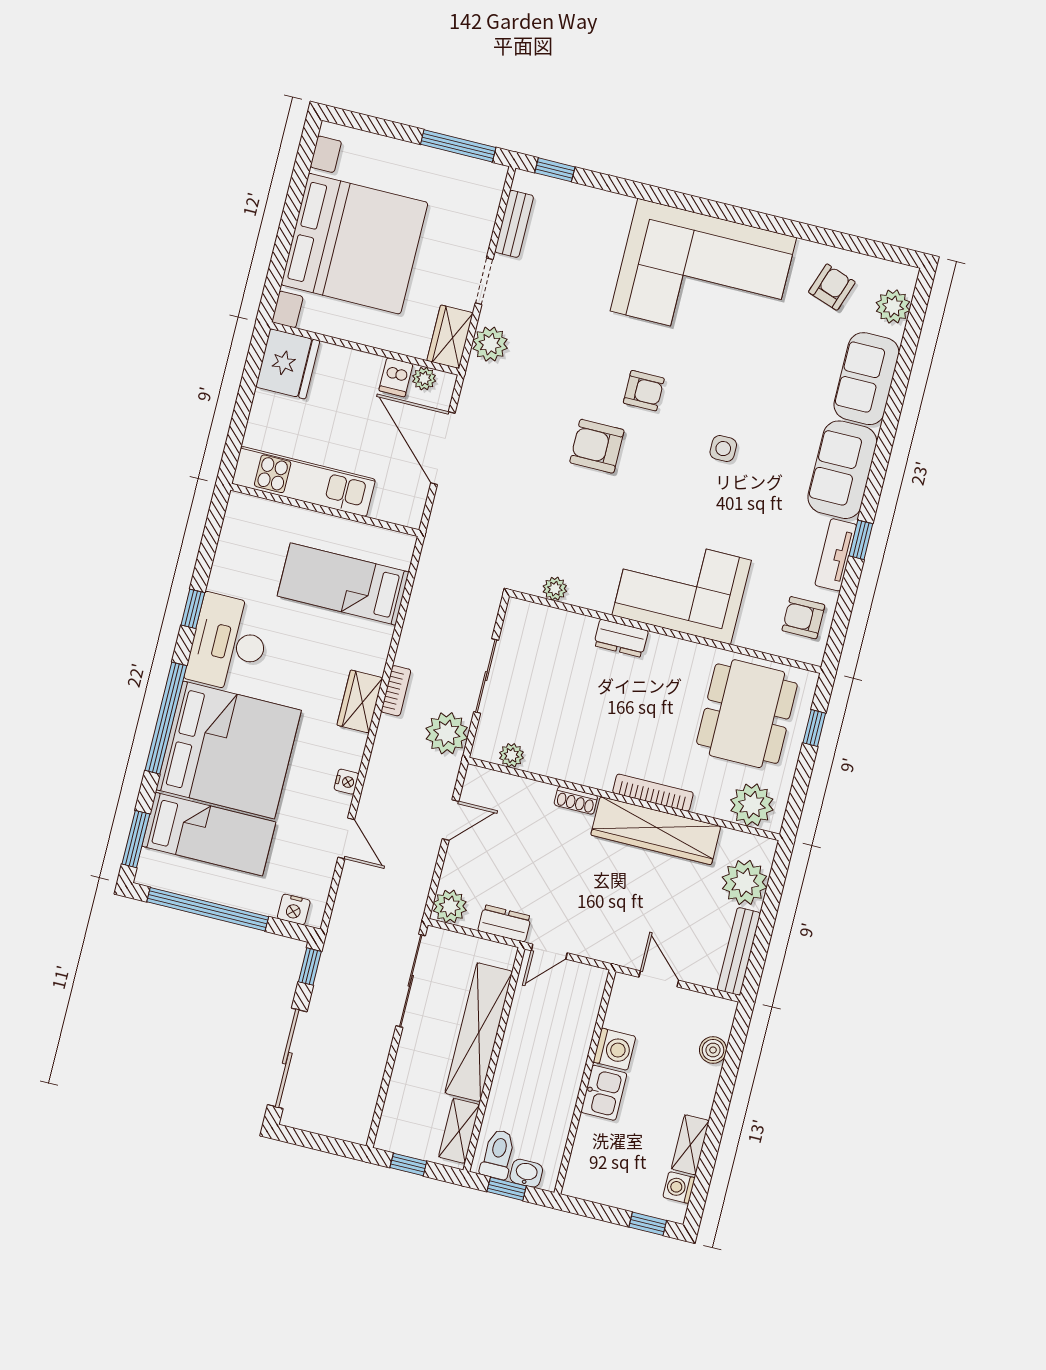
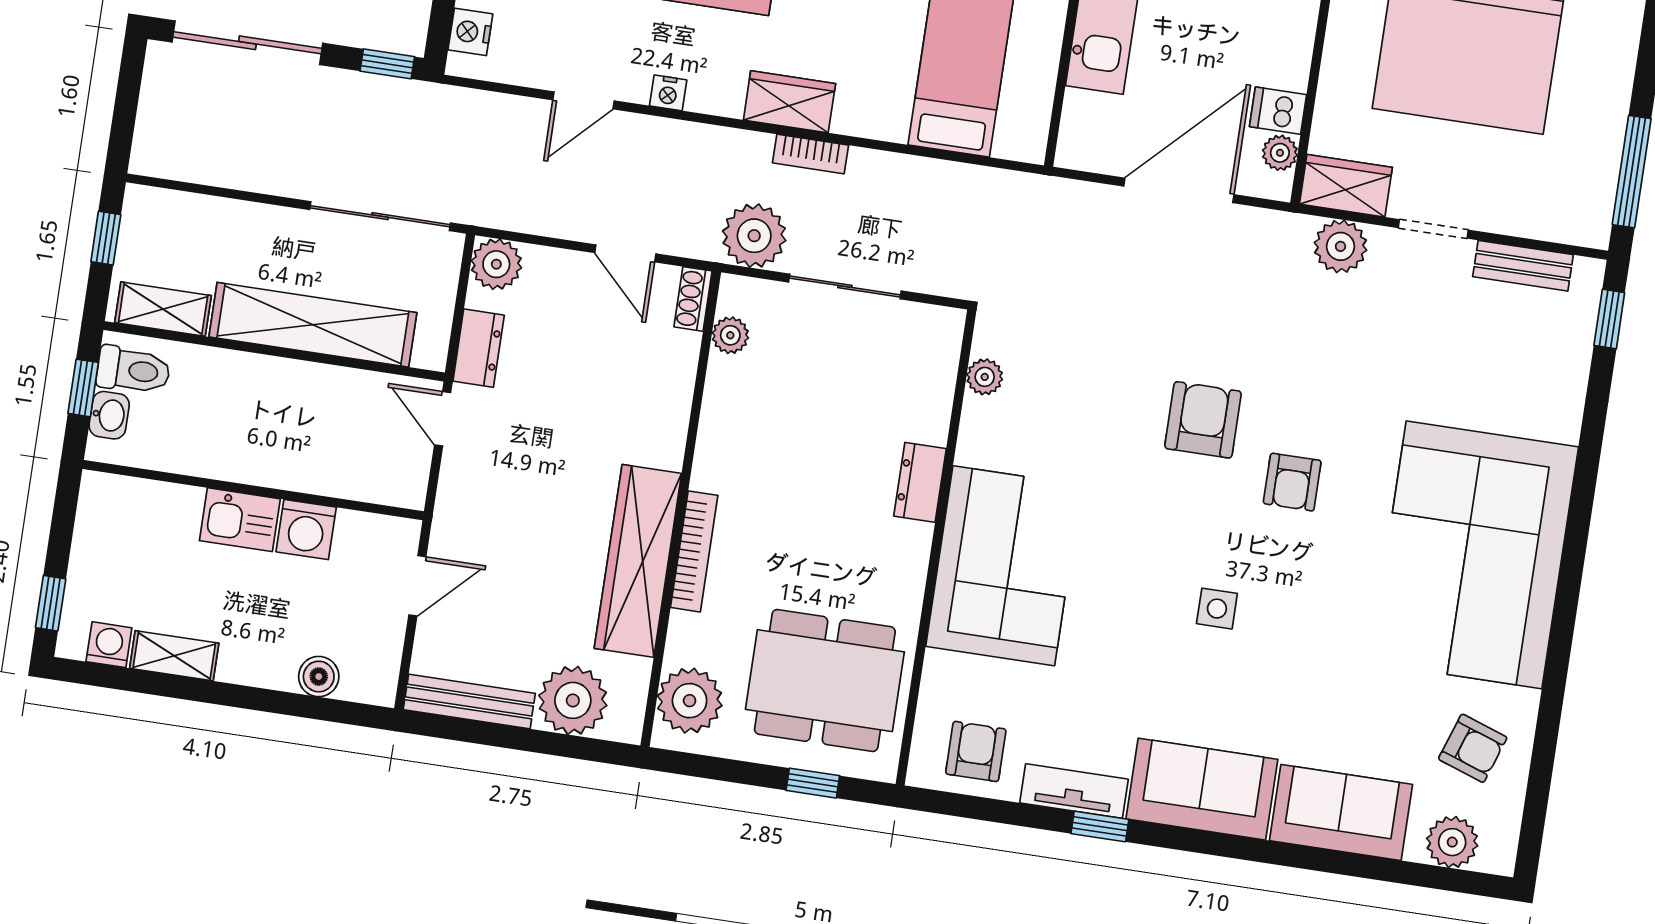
shoe rack: (576, 800) -> (693, 299), moved

